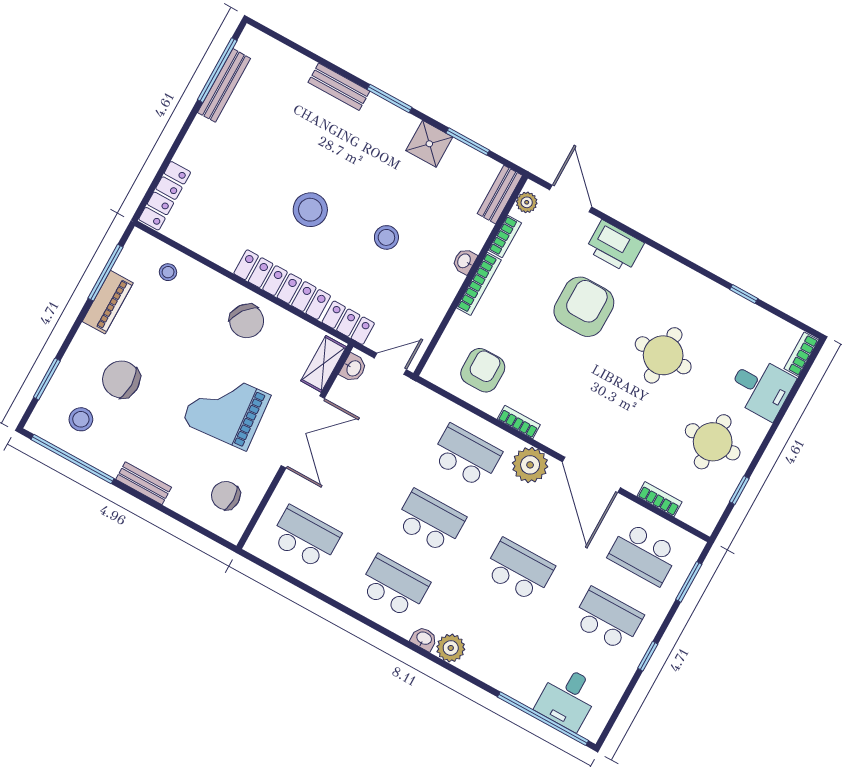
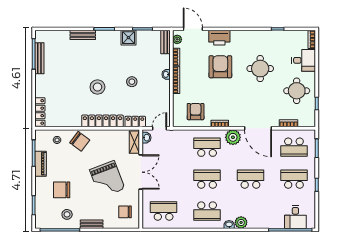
chair: (247, 321) -> (80, 141), moved
grand piano: (226, 409) -> (107, 179), turned -106
stool: (81, 419) -> (67, 214), moved
school desk: (394, 586) -> (207, 211), turned 180

